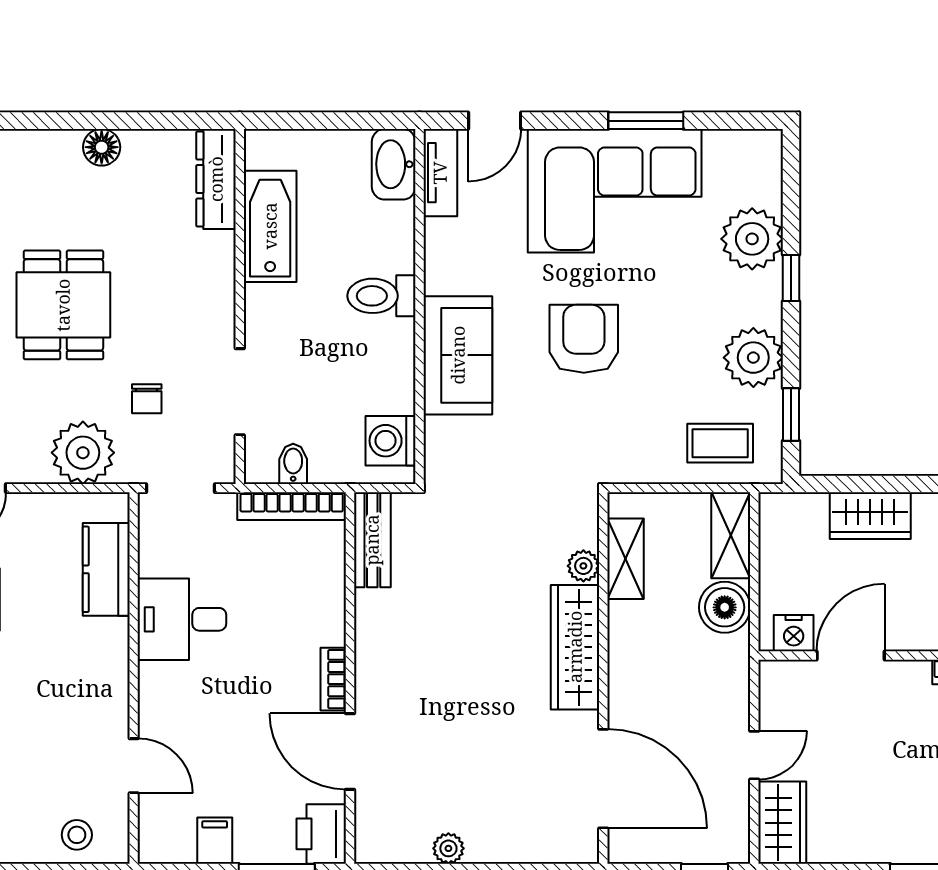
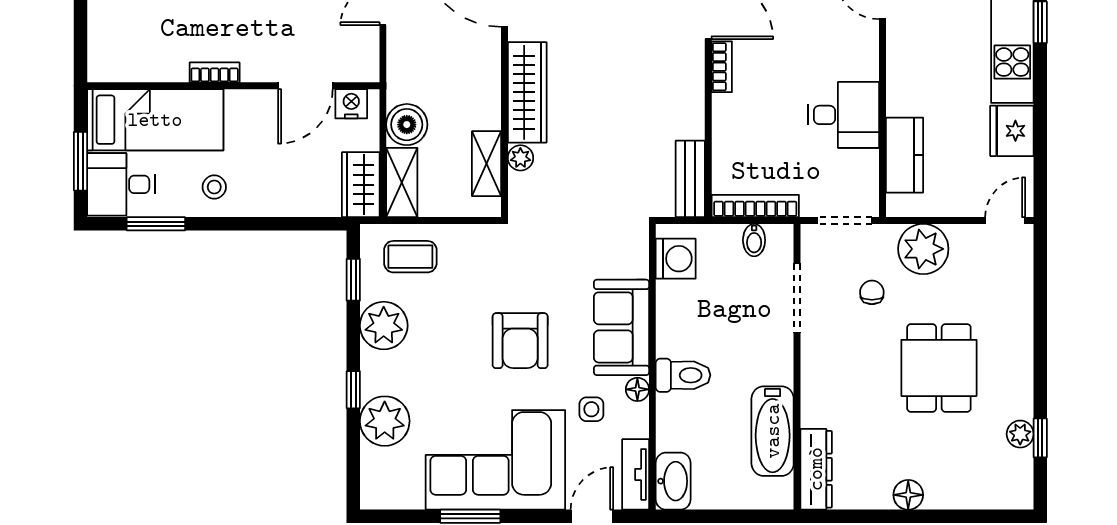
side table: (495, 254) -> (591, 409), added
floor lamp: (438, 278) -> (637, 389), added
wardrobe: (870, 516) -> (361, 185), moved, turned -90

